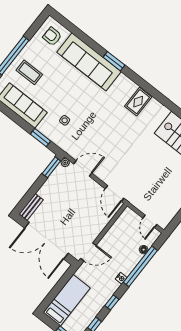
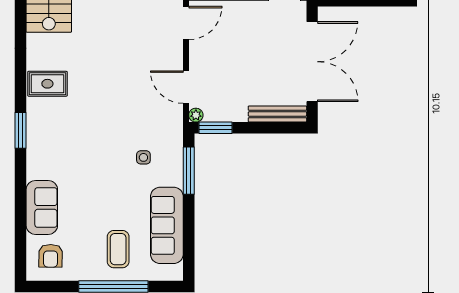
window: (114, 61) -> (21, 130), moved
sofa: (89, 62) -> (42, 207), width x0.54, depth x0.79
window: (41, 138) -> (189, 171), width x1.44
bench: (31, 207) -> (277, 114), width x1.36

